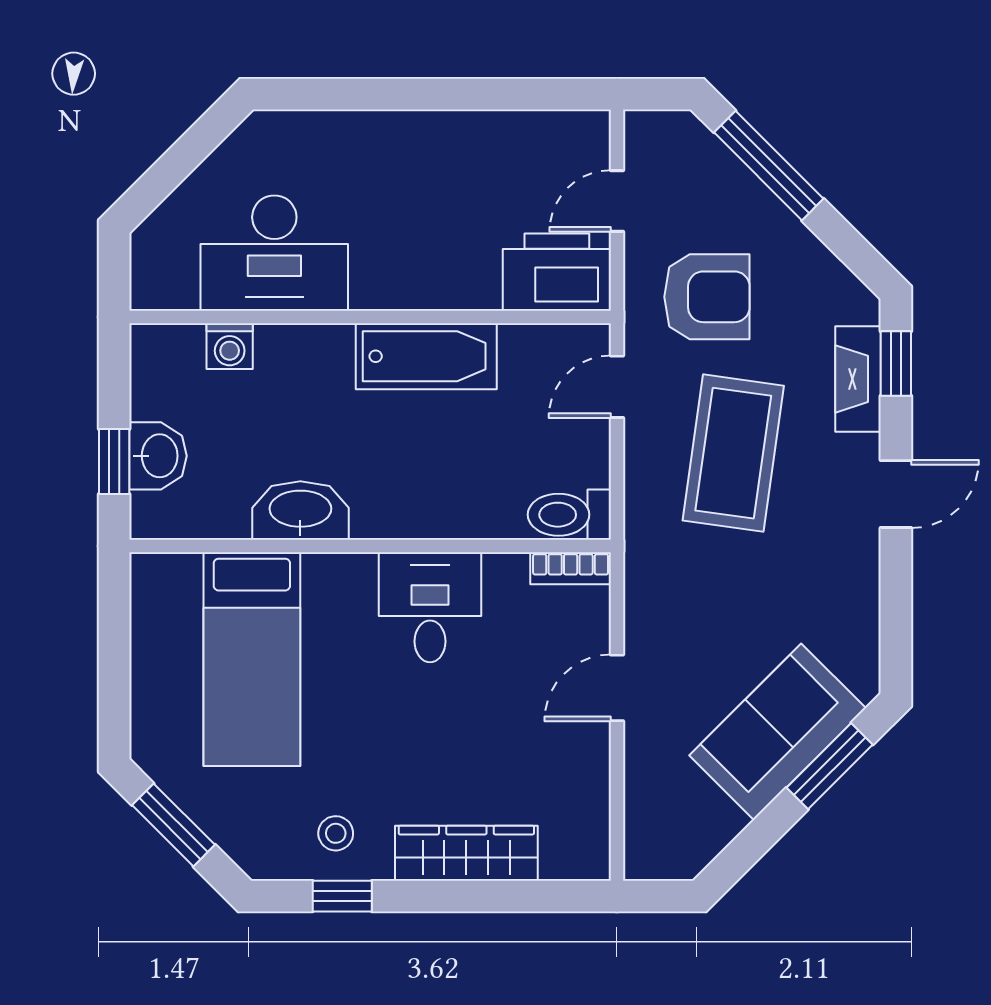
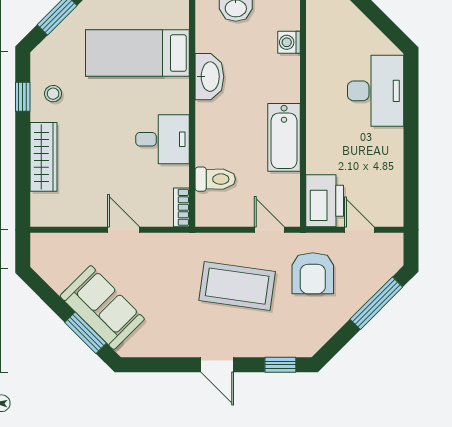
desk: (274, 253) -> (376, 91), moved, turned 180
fireplace: (858, 379) -> (273, 346), removed
toilet: (569, 515) -> (215, 179), moved, turned 90

